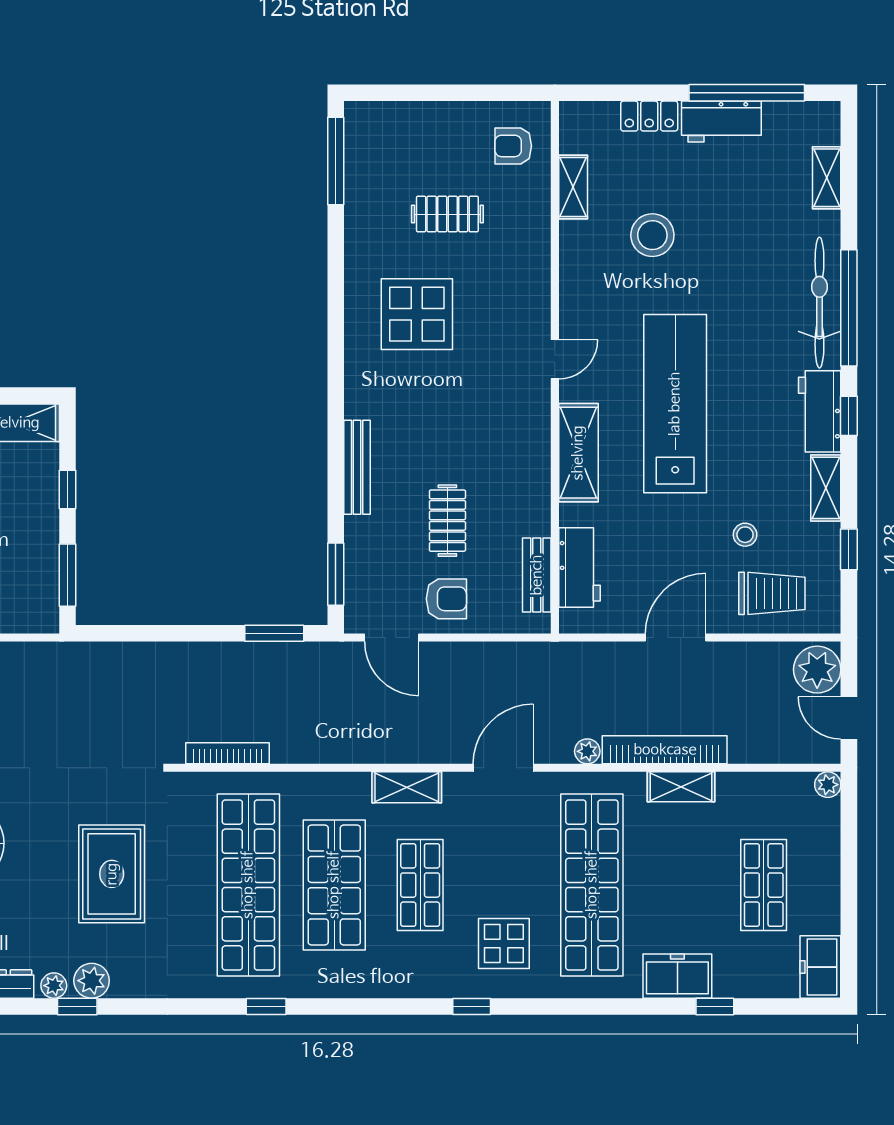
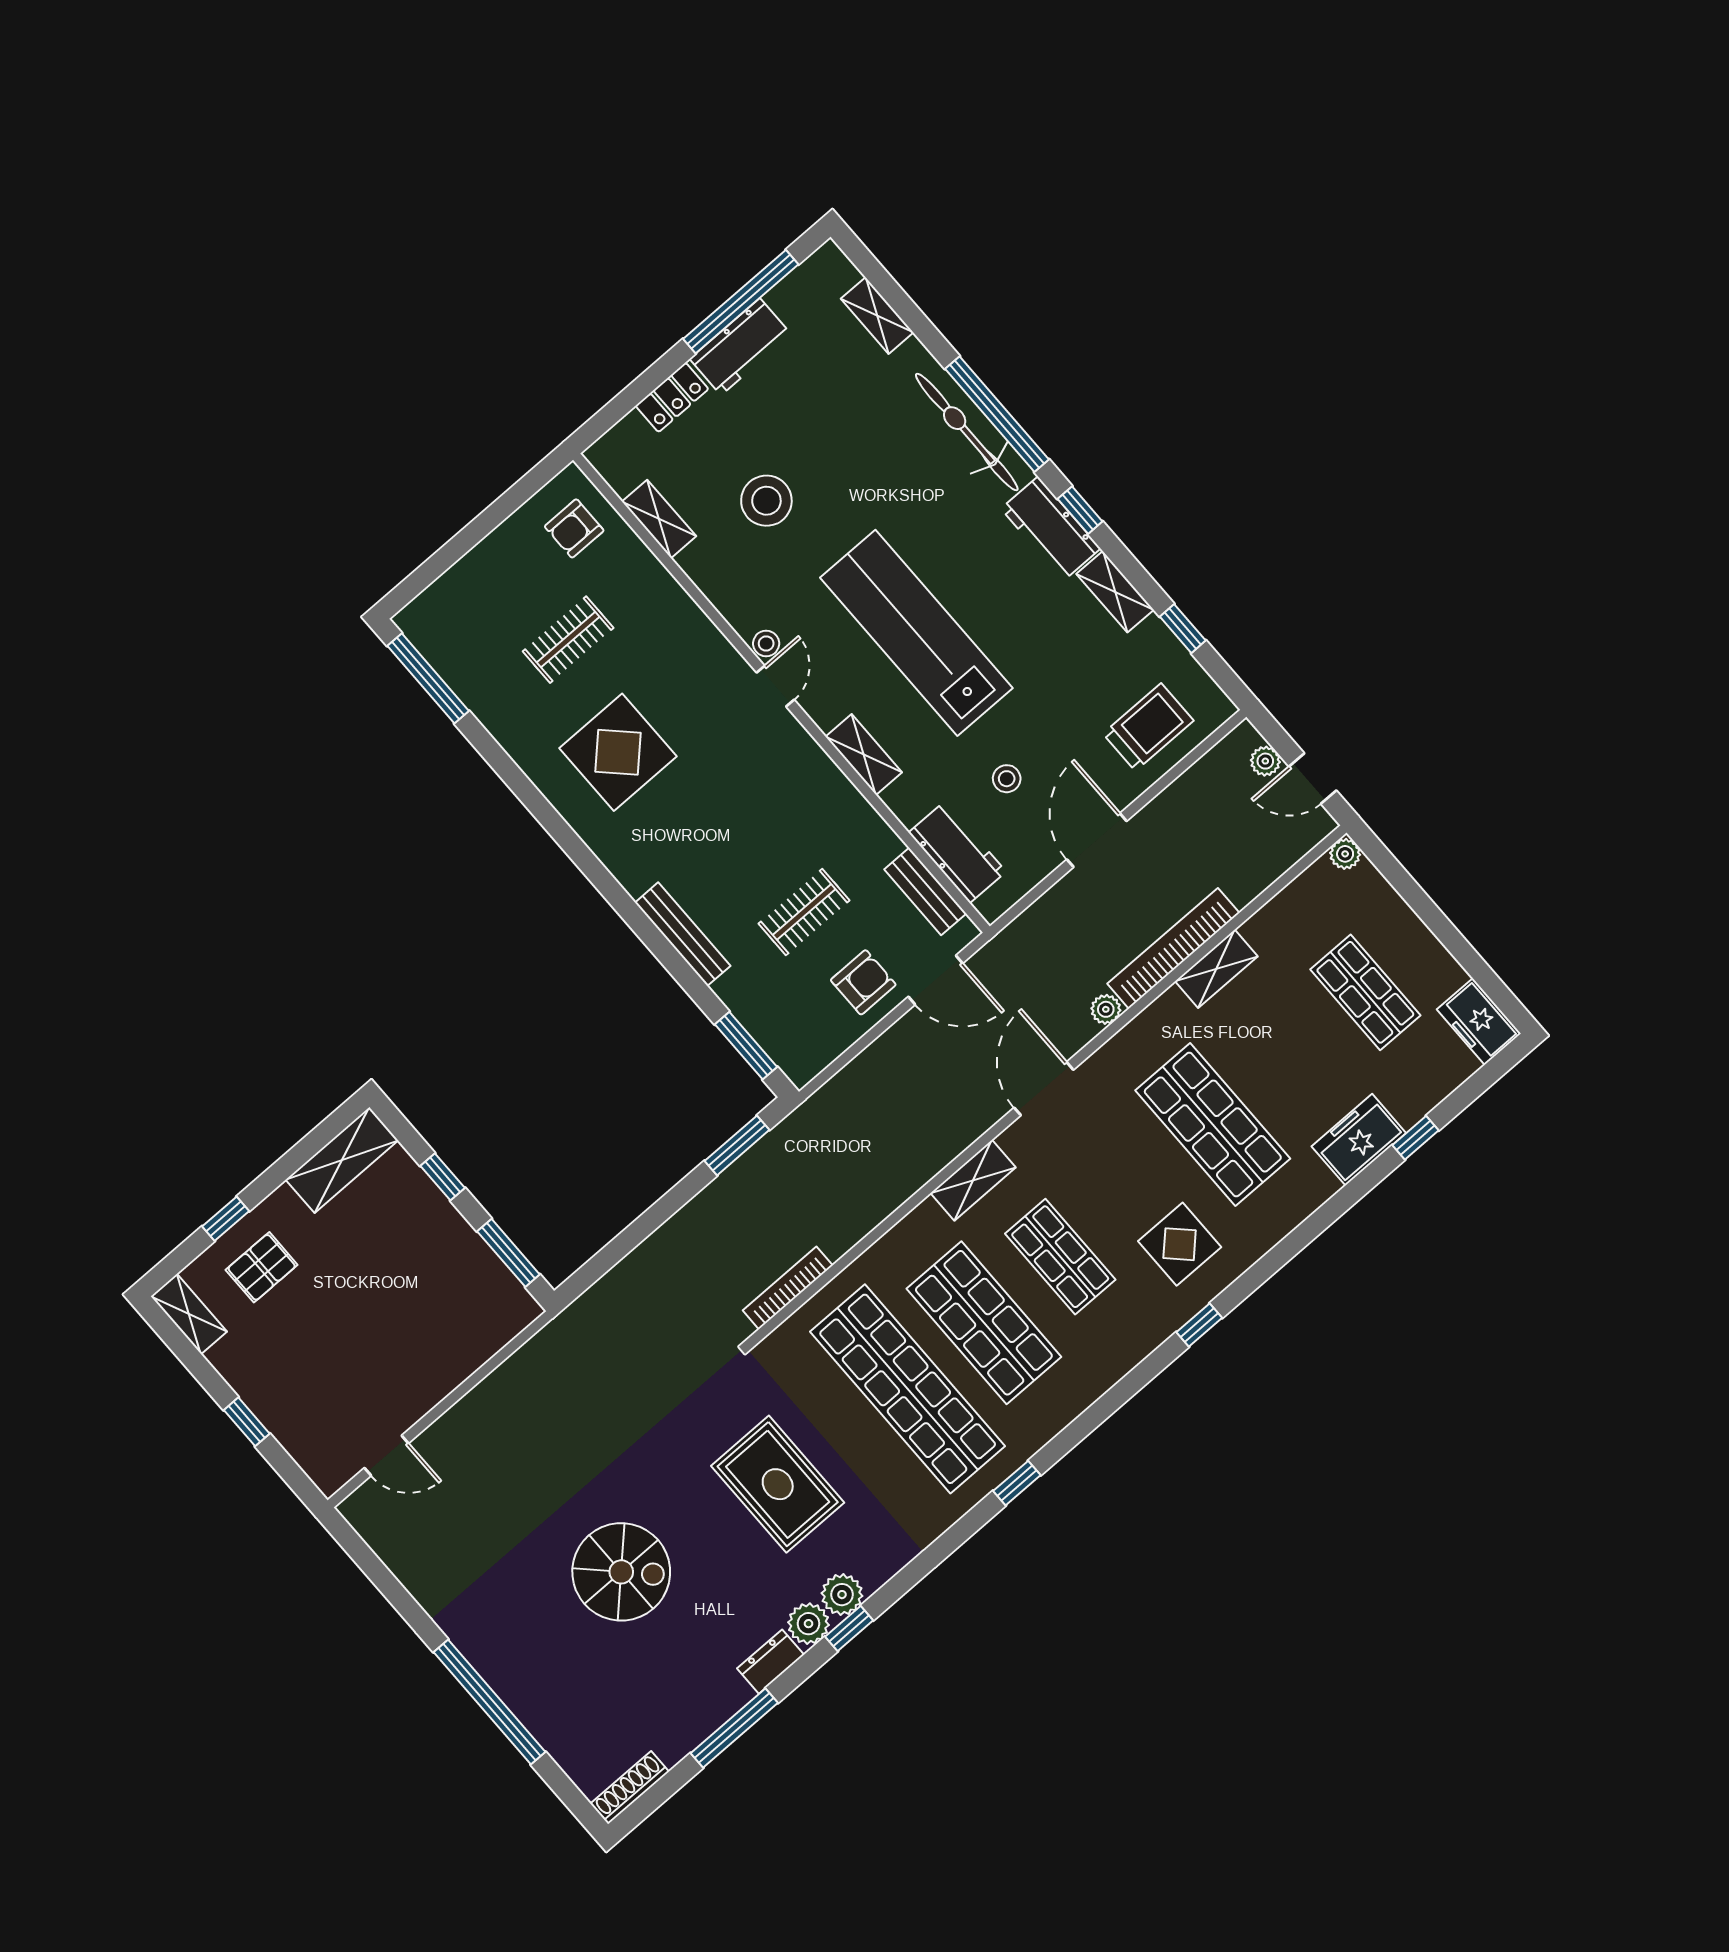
stool: (573, 327) -> (766, 643), added
shelving: (578, 453) -> (864, 755), width x0.67, depth x0.75
clothes rail: (447, 521) -> (804, 912), turned 90
stool: (745, 535) -> (1007, 779), moved
door: (392, 638) -> (935, 980), moved
plant: (817, 670) -> (1265, 761), width x0.53, depth x0.53
shop shelf: (592, 885) -> (1213, 1125), width x0.71
plant: (54, 986) -> (808, 1624), width x1.38, depth x1.38

